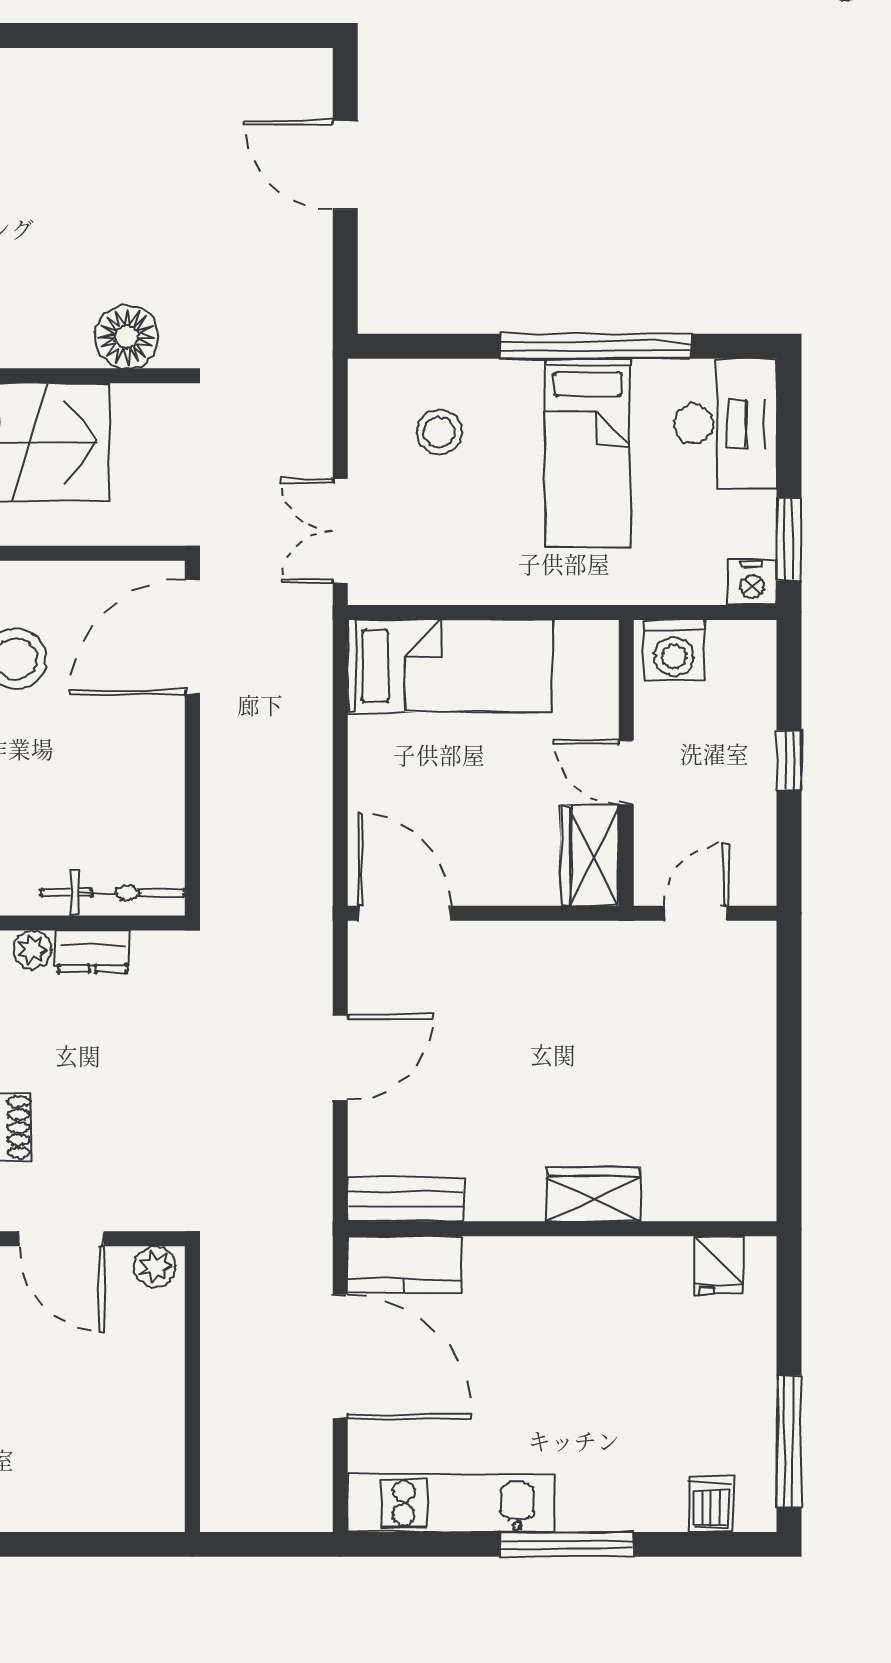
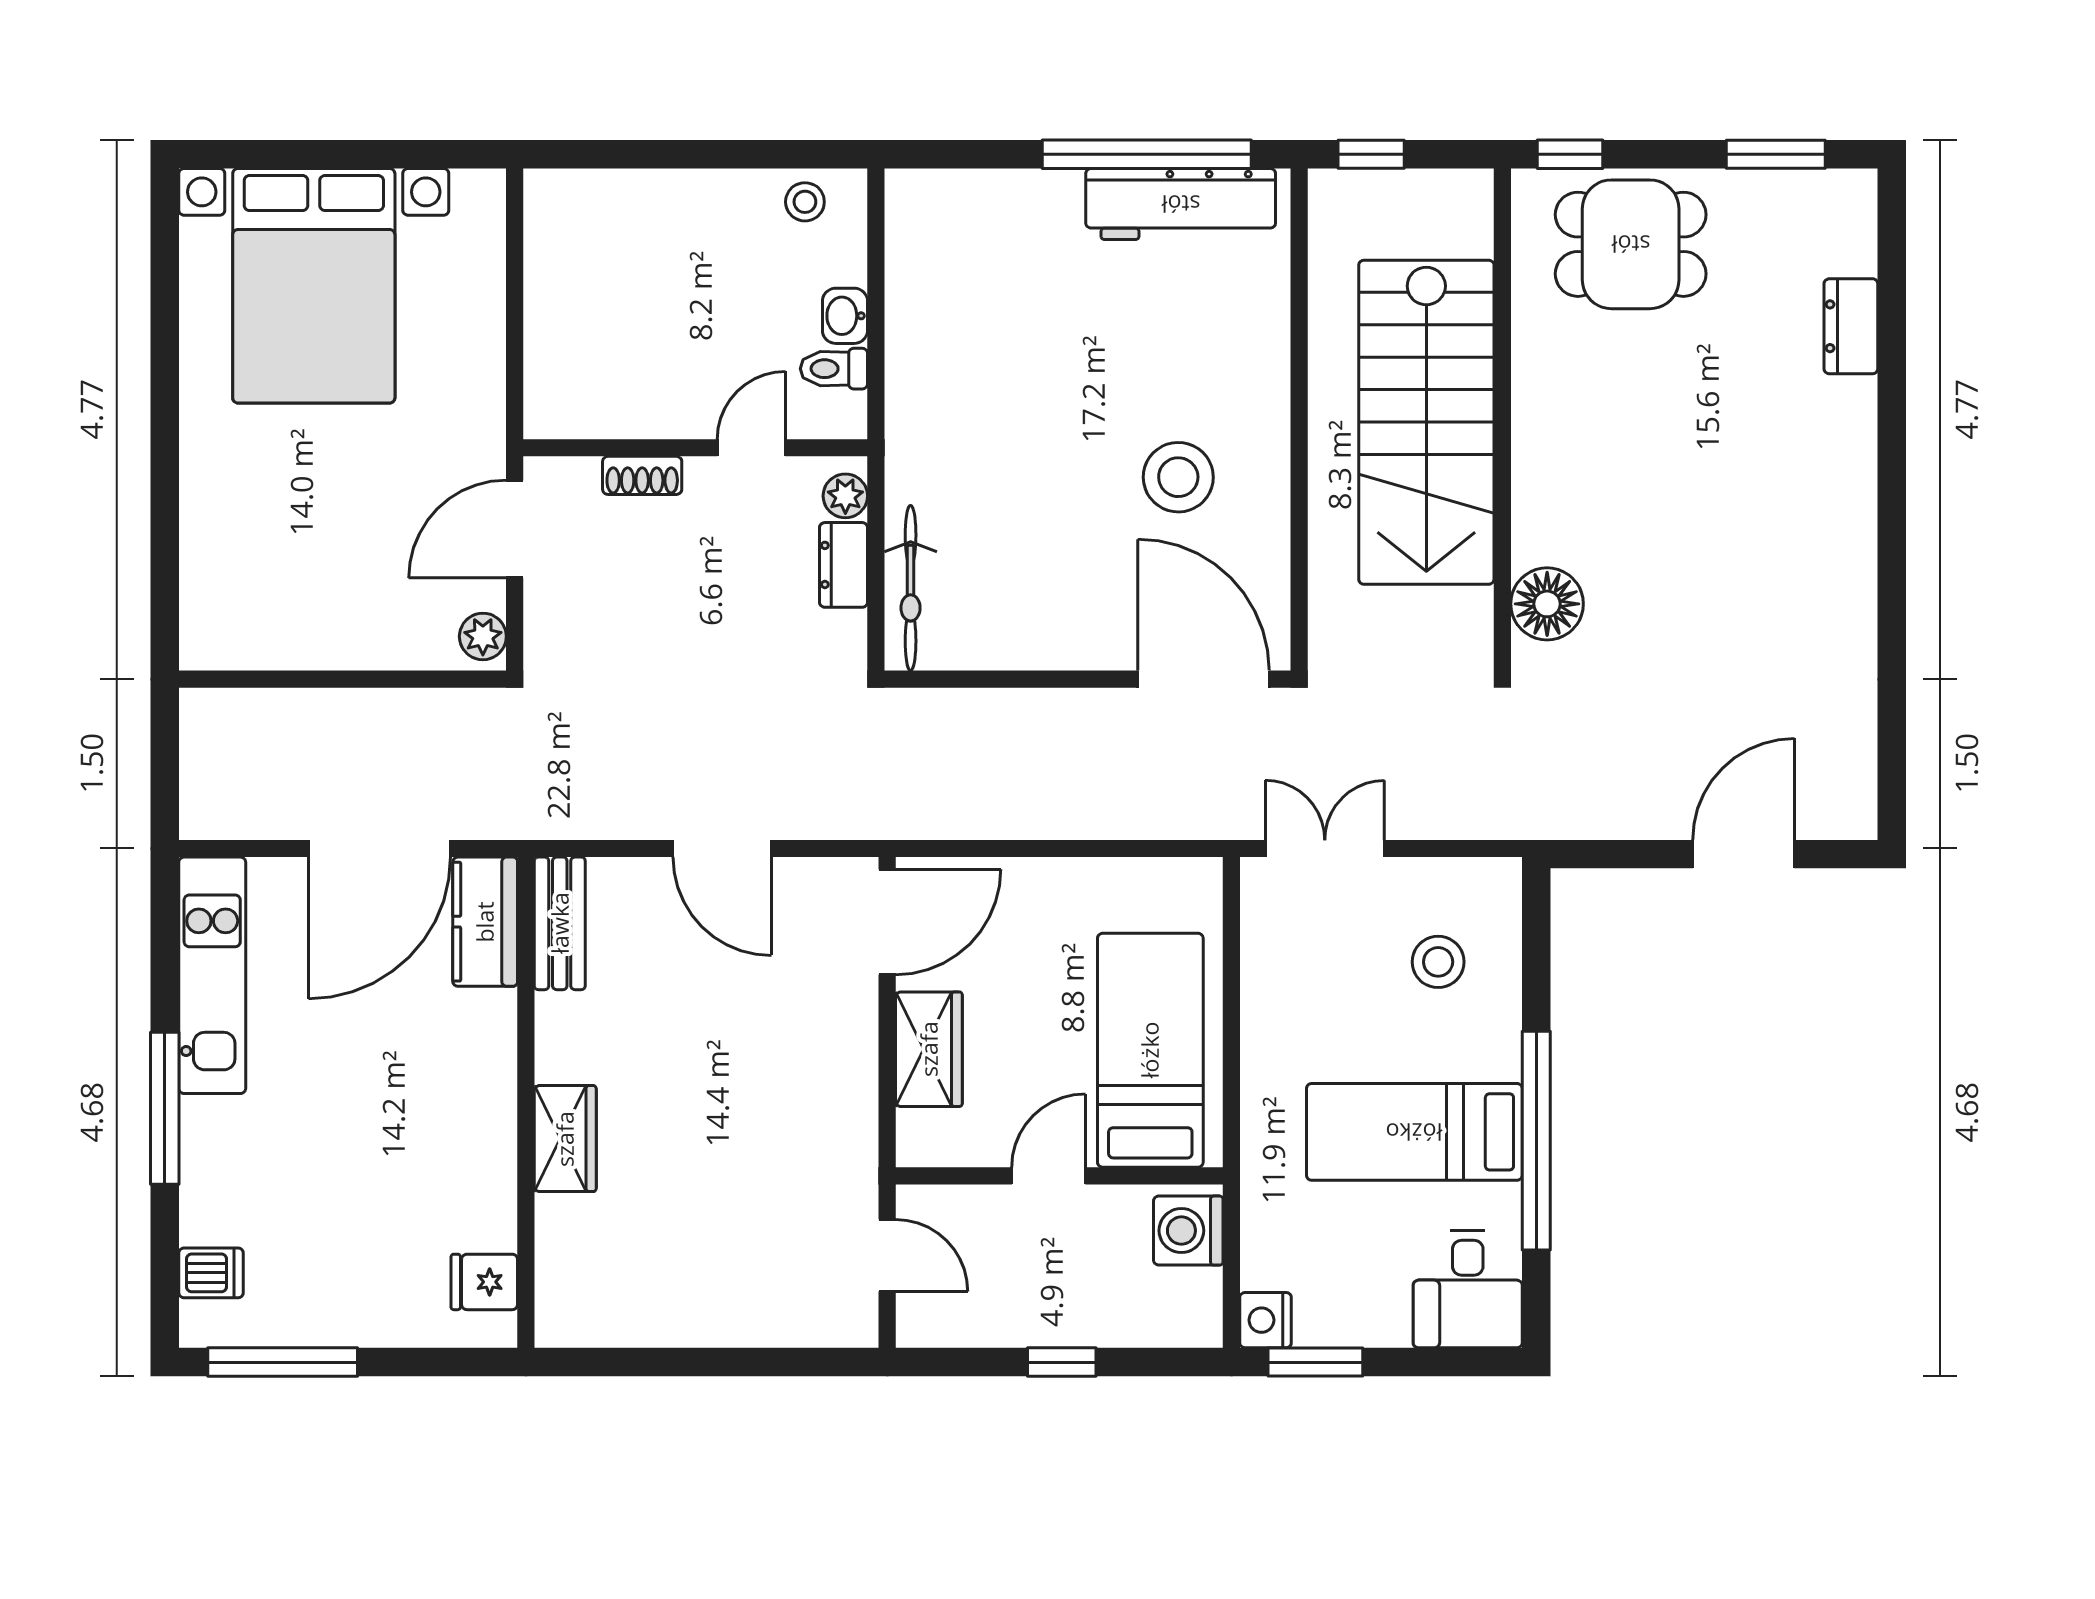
desk: (725, 424) -> (1468, 1289), width x0.73
bed: (450, 666) -> (1150, 1050), moved, turned 180
wardrobe: (590, 856) -> (929, 1049), moved, turned 90

